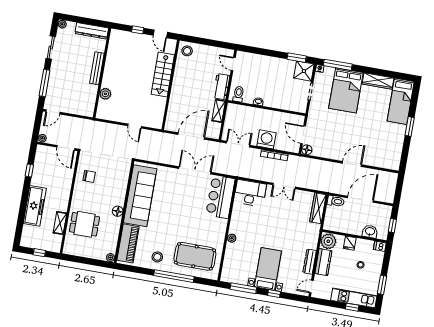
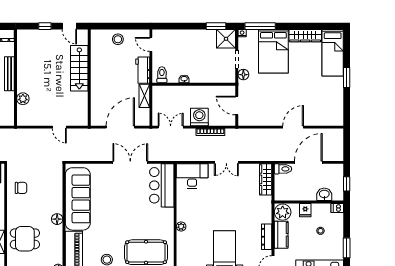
stool: (187, 51) -> (118, 39), moved
floor lamp: (307, 150) -> (243, 75), moved

